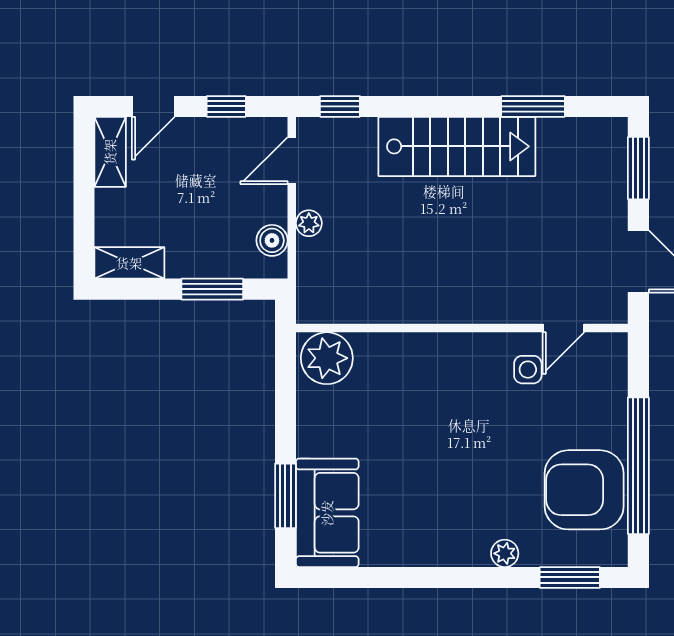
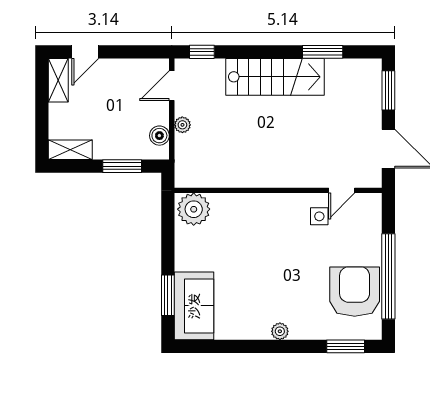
window: (226, 106) -> (131, 52), removed
armchair: (584, 490) -> (355, 292), turned 90
plant: (505, 553) -> (280, 331), moved

